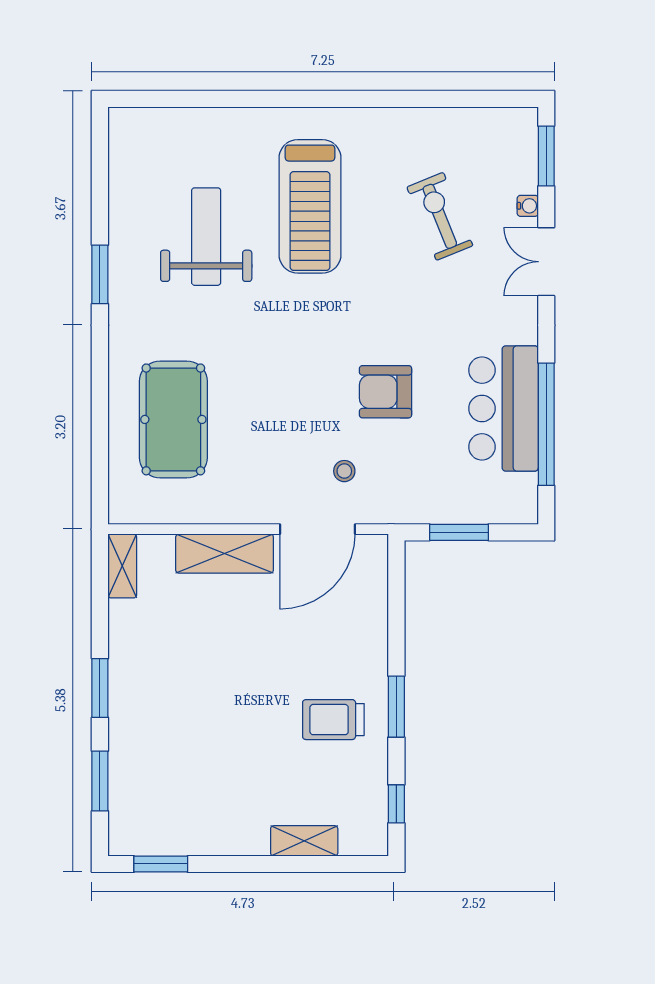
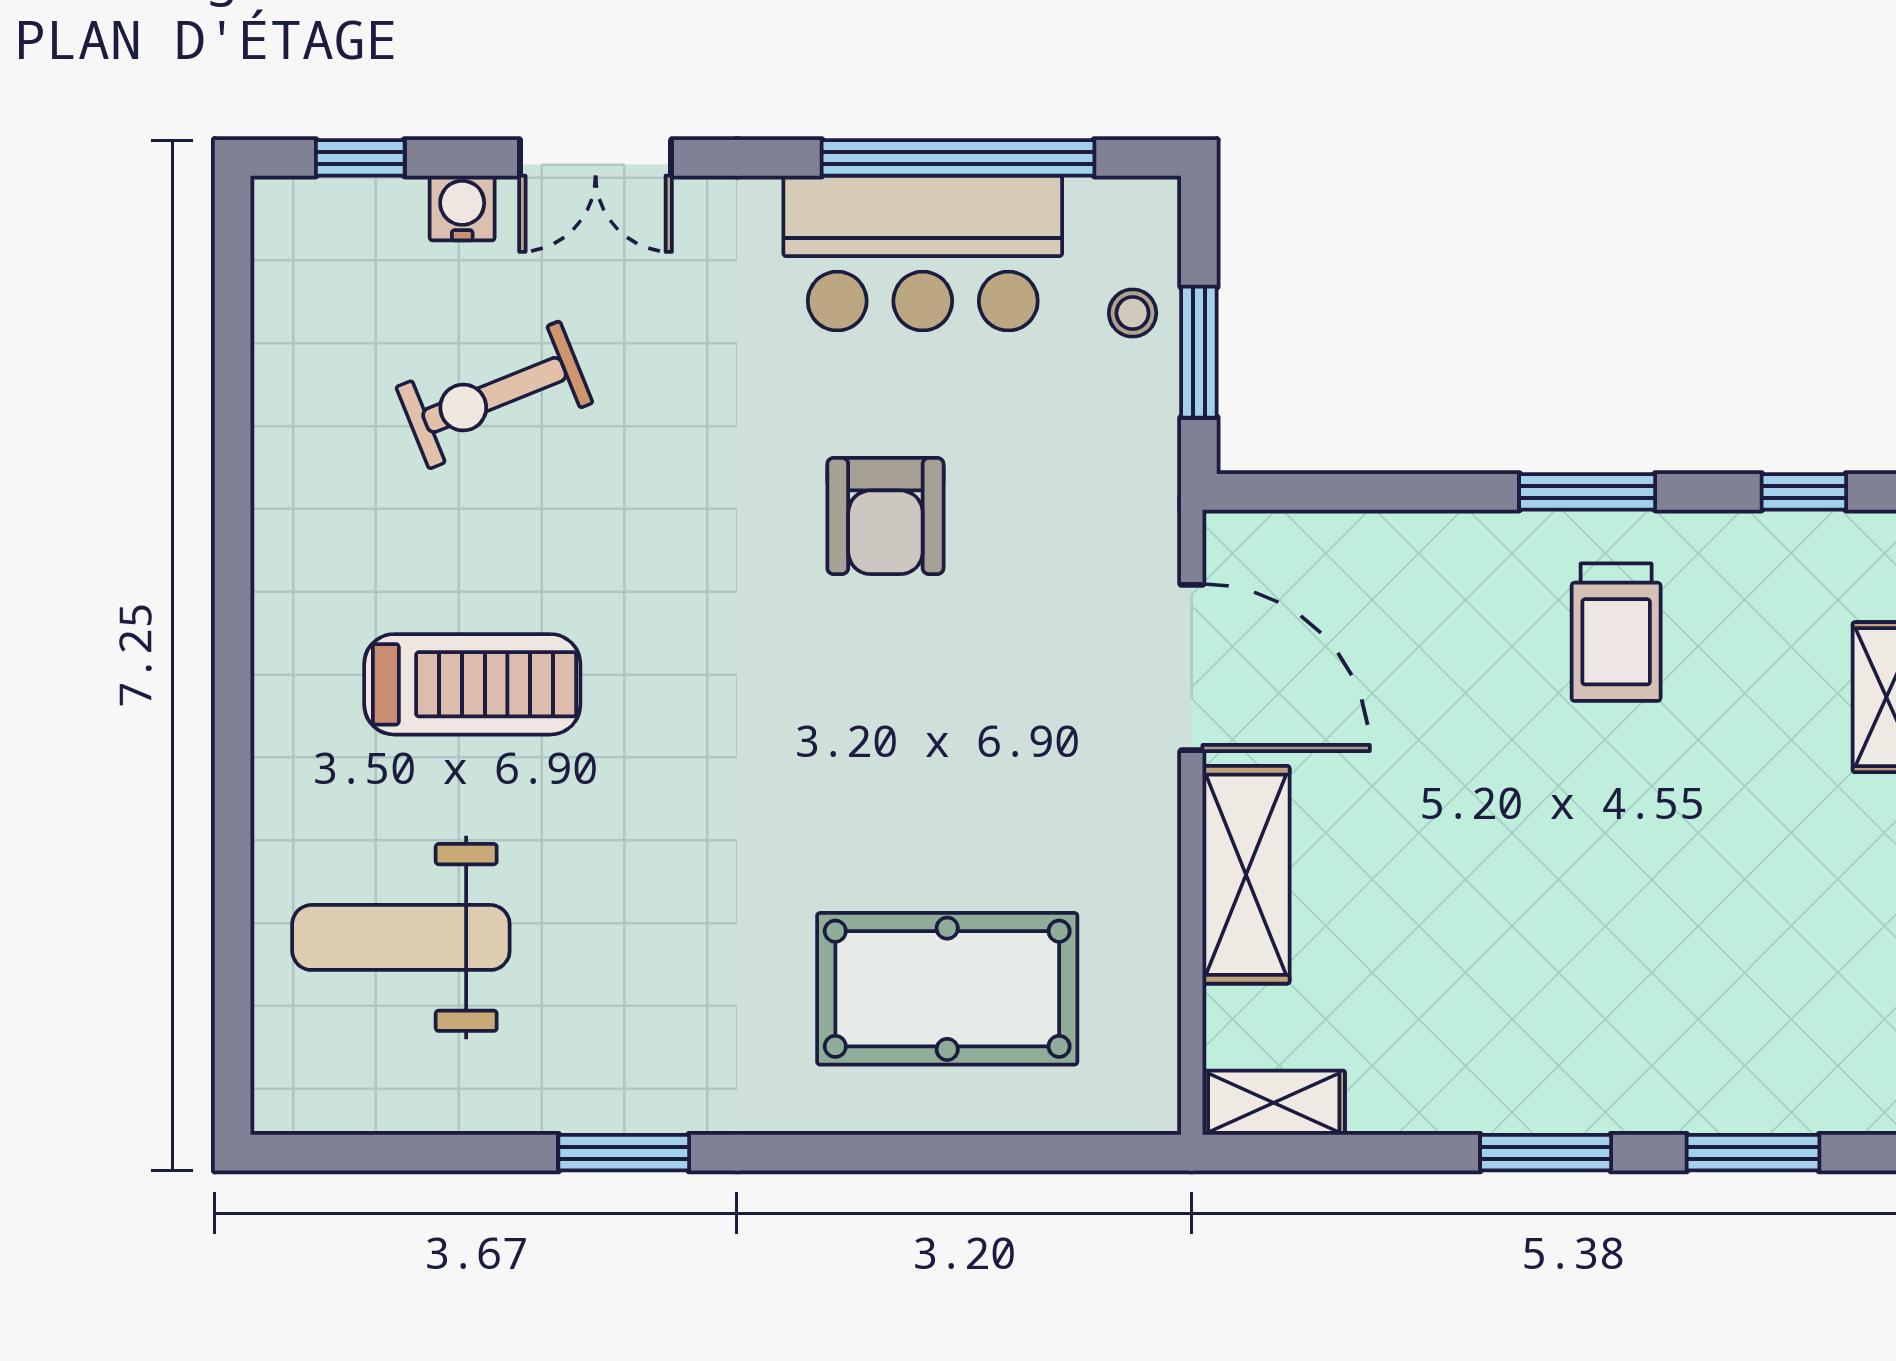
window: (546, 156) -> (360, 158), width x0.67
treadmill: (310, 206) -> (472, 684), width x0.73, depth x0.73
water cooler: (528, 206) -> (462, 208), width x1.38, depth x1.38
weight bench: (206, 237) -> (401, 937), moved
stool: (344, 471) -> (1133, 313), moved

